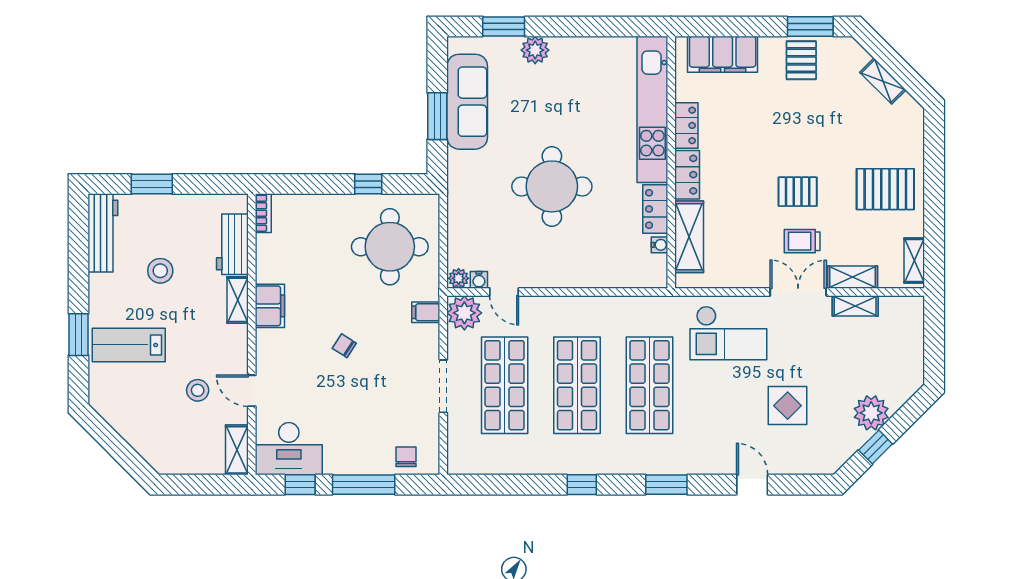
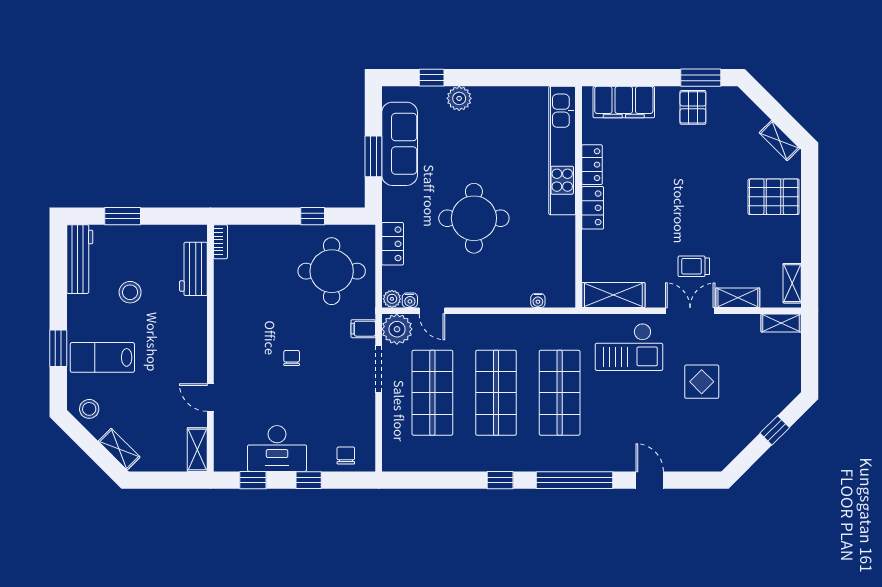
window: (504, 26) -> (432, 78), width x0.67
shelving: (883, 81) -> (779, 141), moved
pallet: (885, 189) -> (774, 197), moved
pallet: (798, 192) -> (690, 223), removed
locker: (655, 209) -> (393, 244), moved, turned 180
shelving: (689, 237) -> (613, 295), moved, turned 90
water cooler: (660, 245) -> (538, 301), moved, turned 90
shelving: (238, 300) -> (119, 449), moved, turned -45
filing cabinet: (270, 306) -> (226, 323), removed
shelving: (855, 306) -> (781, 323), moved
chair: (344, 346) -> (292, 358), turned 57
doorway: (443, 386) -> (379, 369), moved
stool: (198, 390) -> (89, 409), moved
display table: (788, 406) -> (702, 382), moved
plant: (871, 413) -> (754, 417), removed
window: (876, 447) -> (775, 430), moved
desk: (289, 449) -> (277, 448), moved
window: (364, 485) -> (309, 480), width x0.46
window: (666, 485) -> (574, 480), width x2.11

